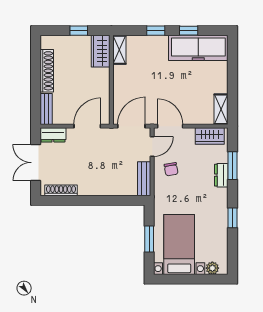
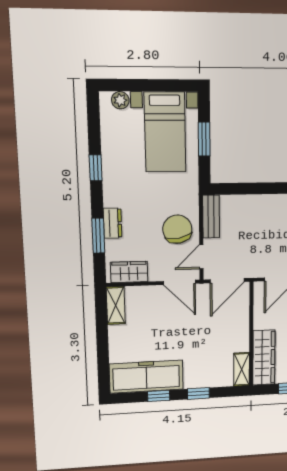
wardrobe: (101, 51) -> (264, 358), width x1.50
chair: (171, 169) -> (177, 229), width x1.87, depth x1.87

